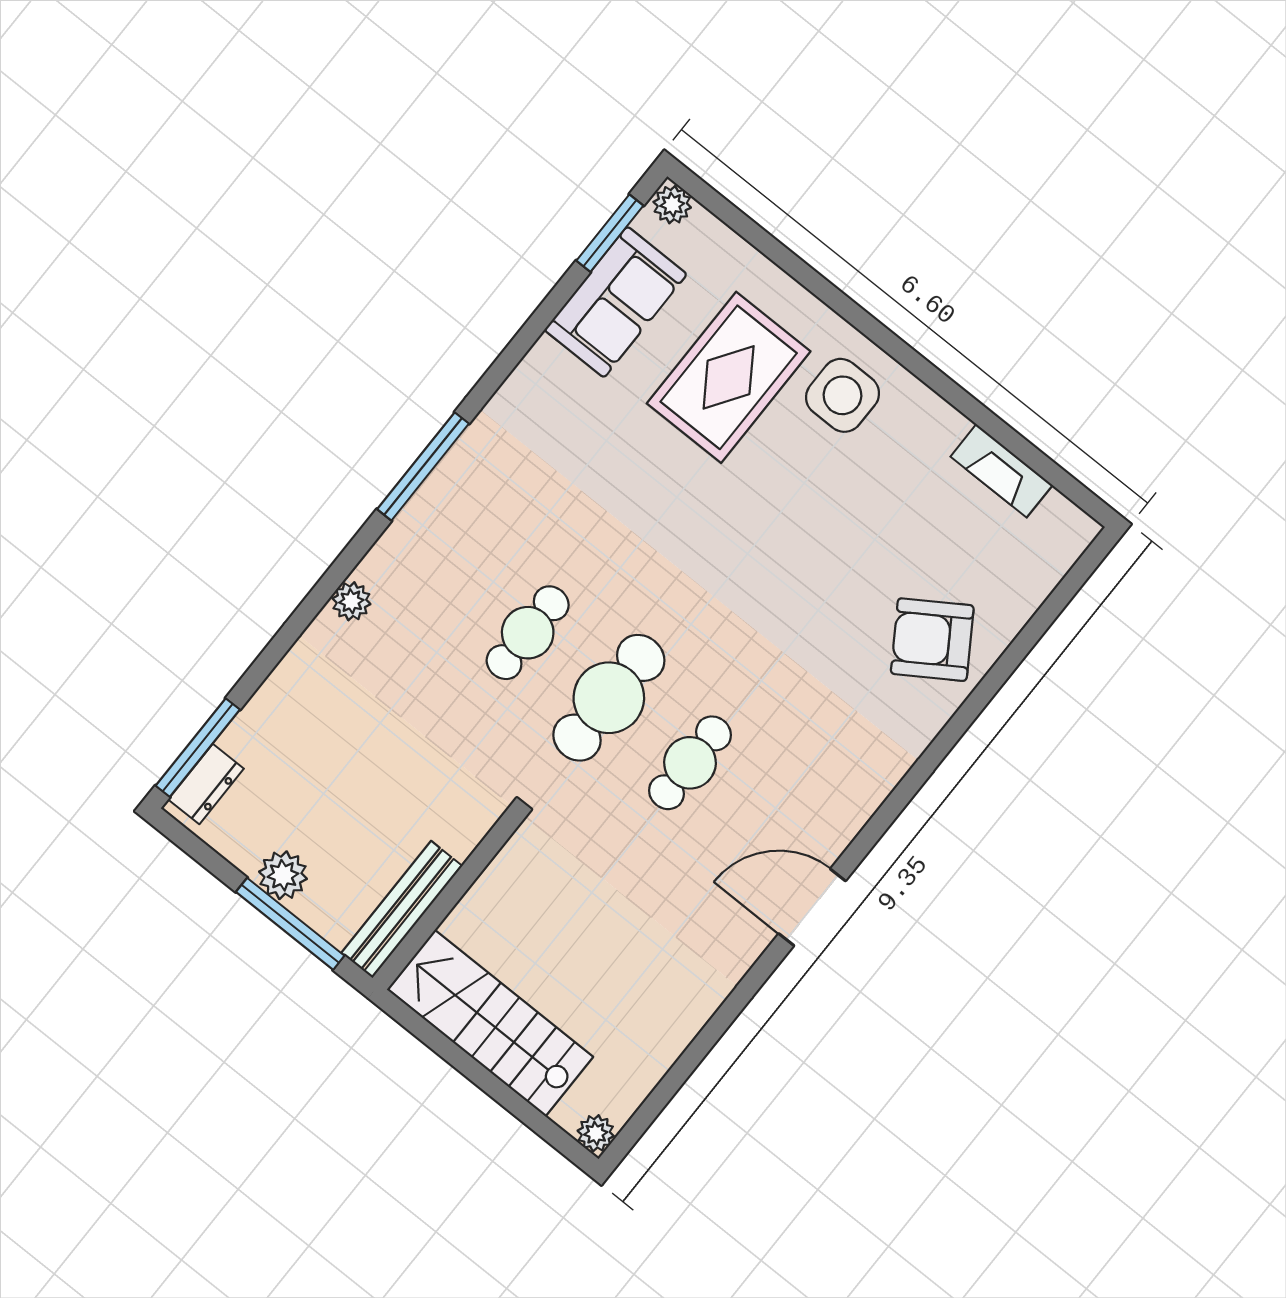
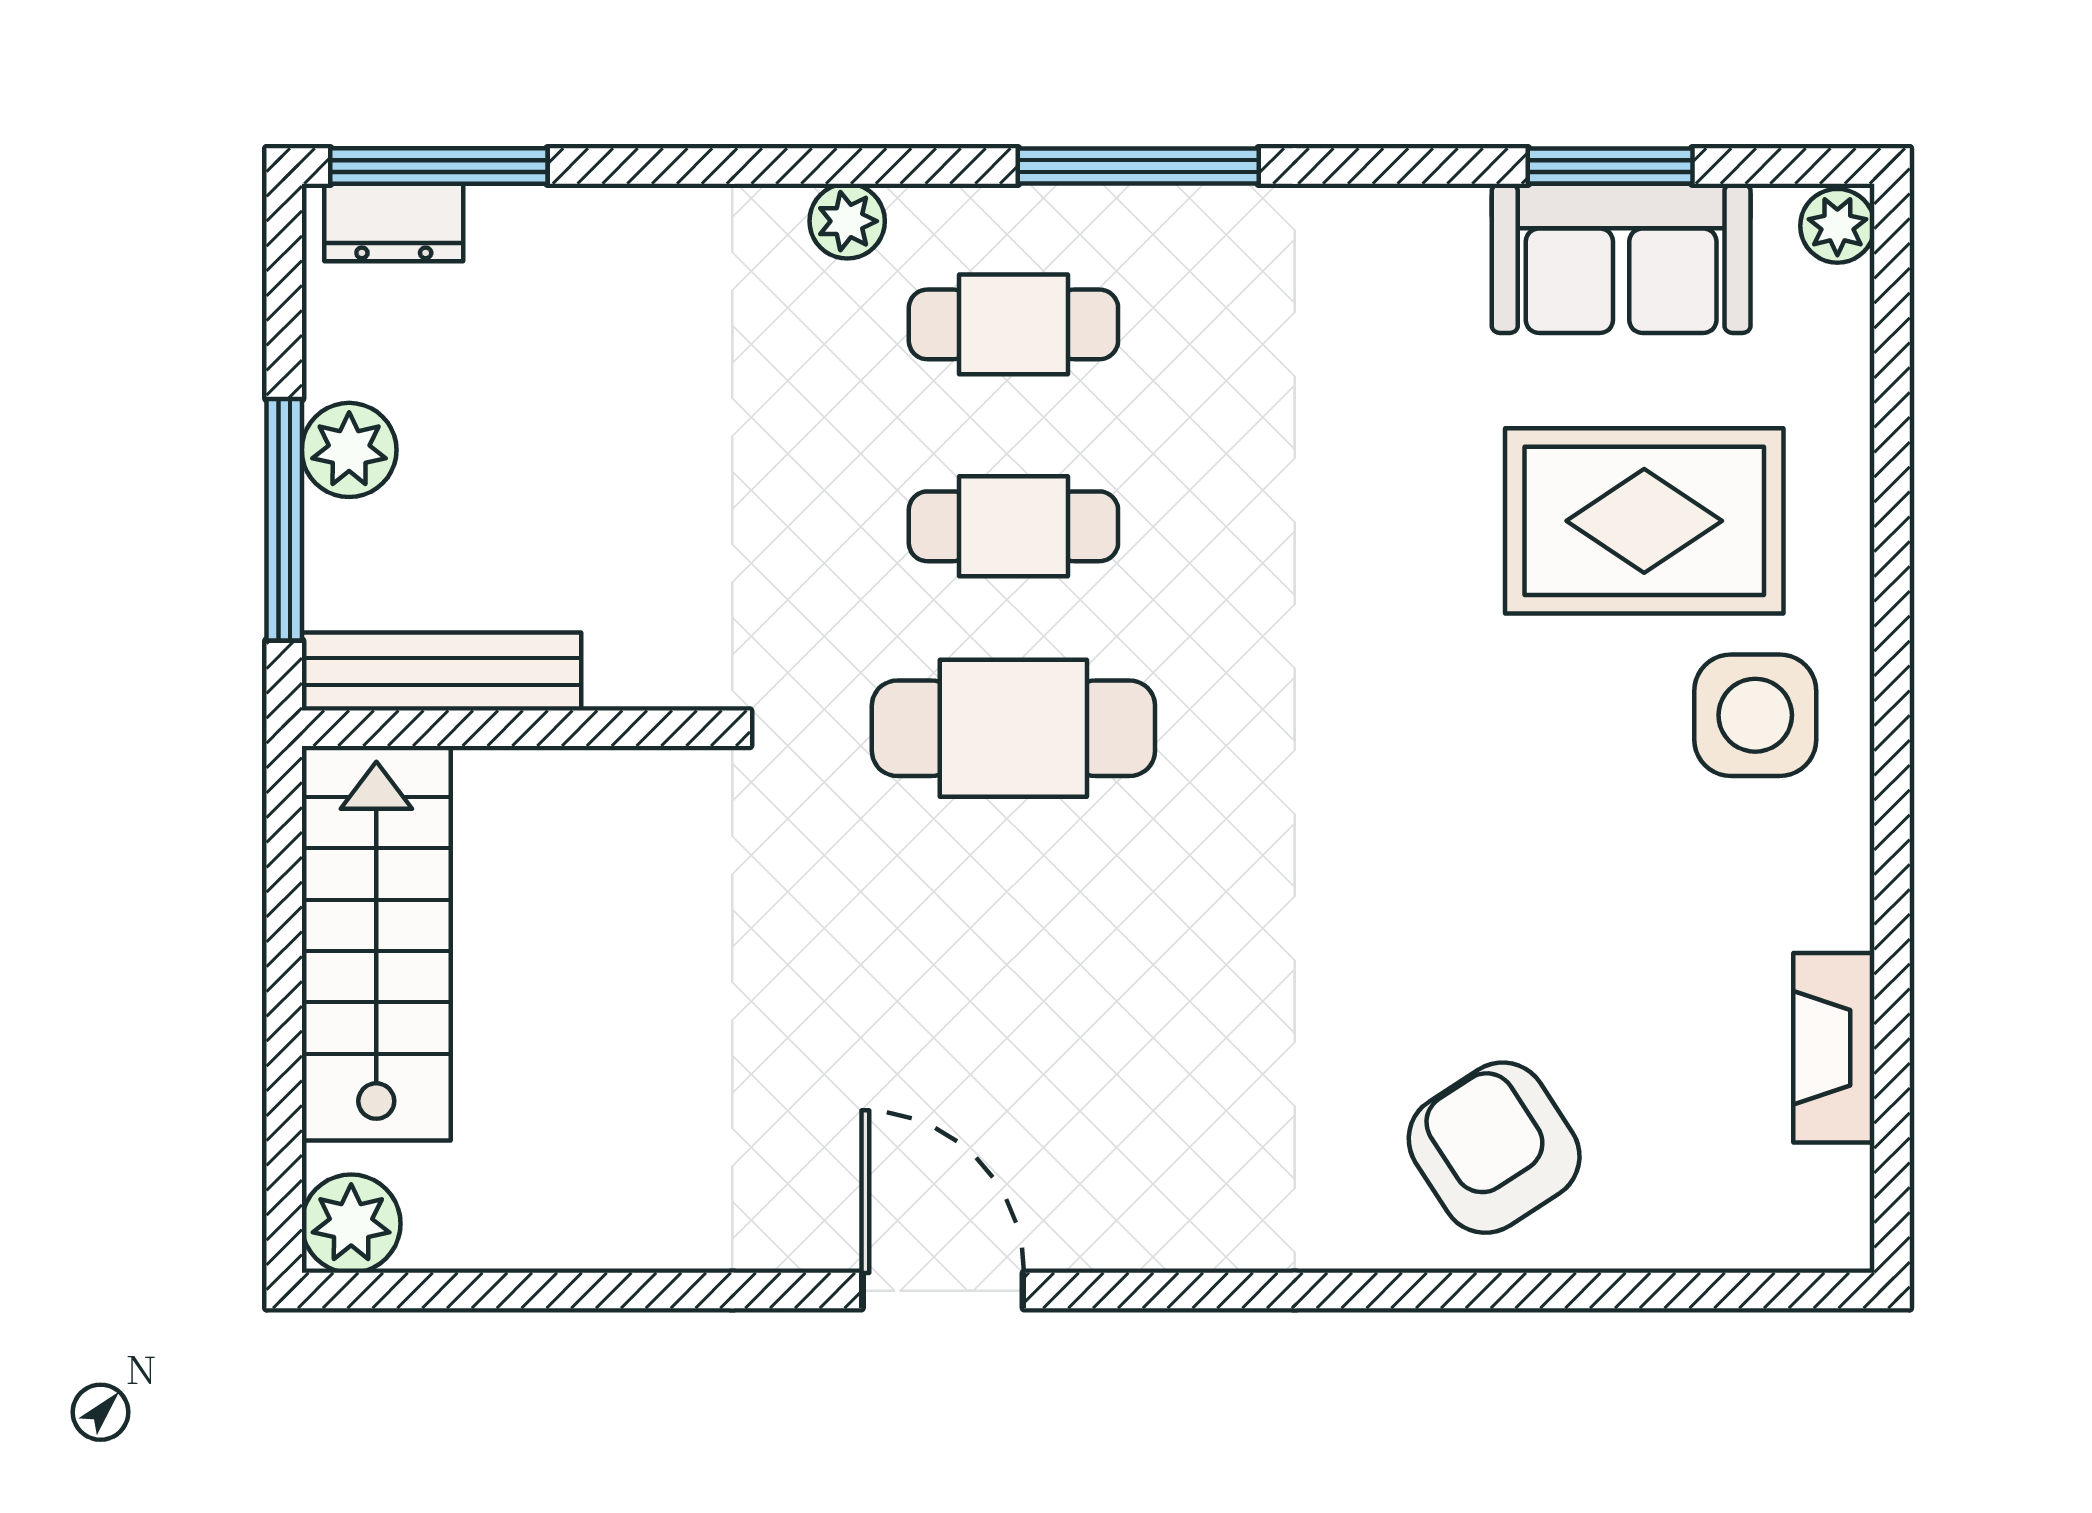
window: (610, 233) -> (1610, 166), moved
cafe table: (690, 763) -> (1013, 324), moved
plant: (596, 1133) -> (351, 1224), width x1.38, depth x1.38

